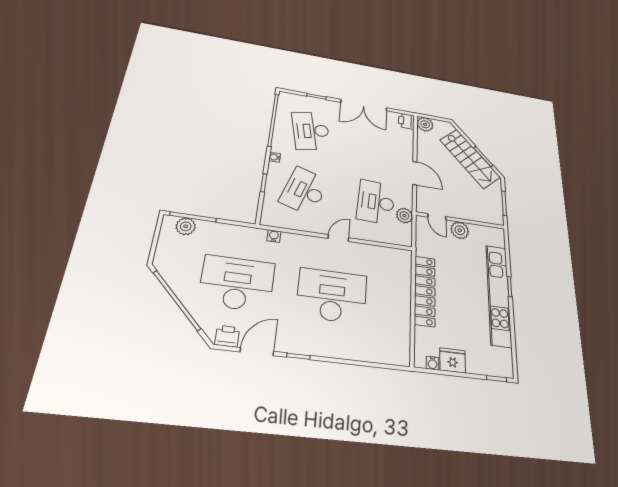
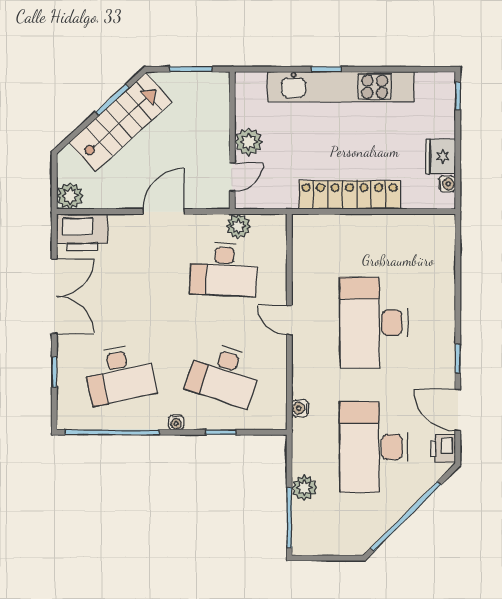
printer: (406, 121) -> (82, 232), width x1.87, depth x1.48
plant: (186, 226) -> (304, 488), moved

